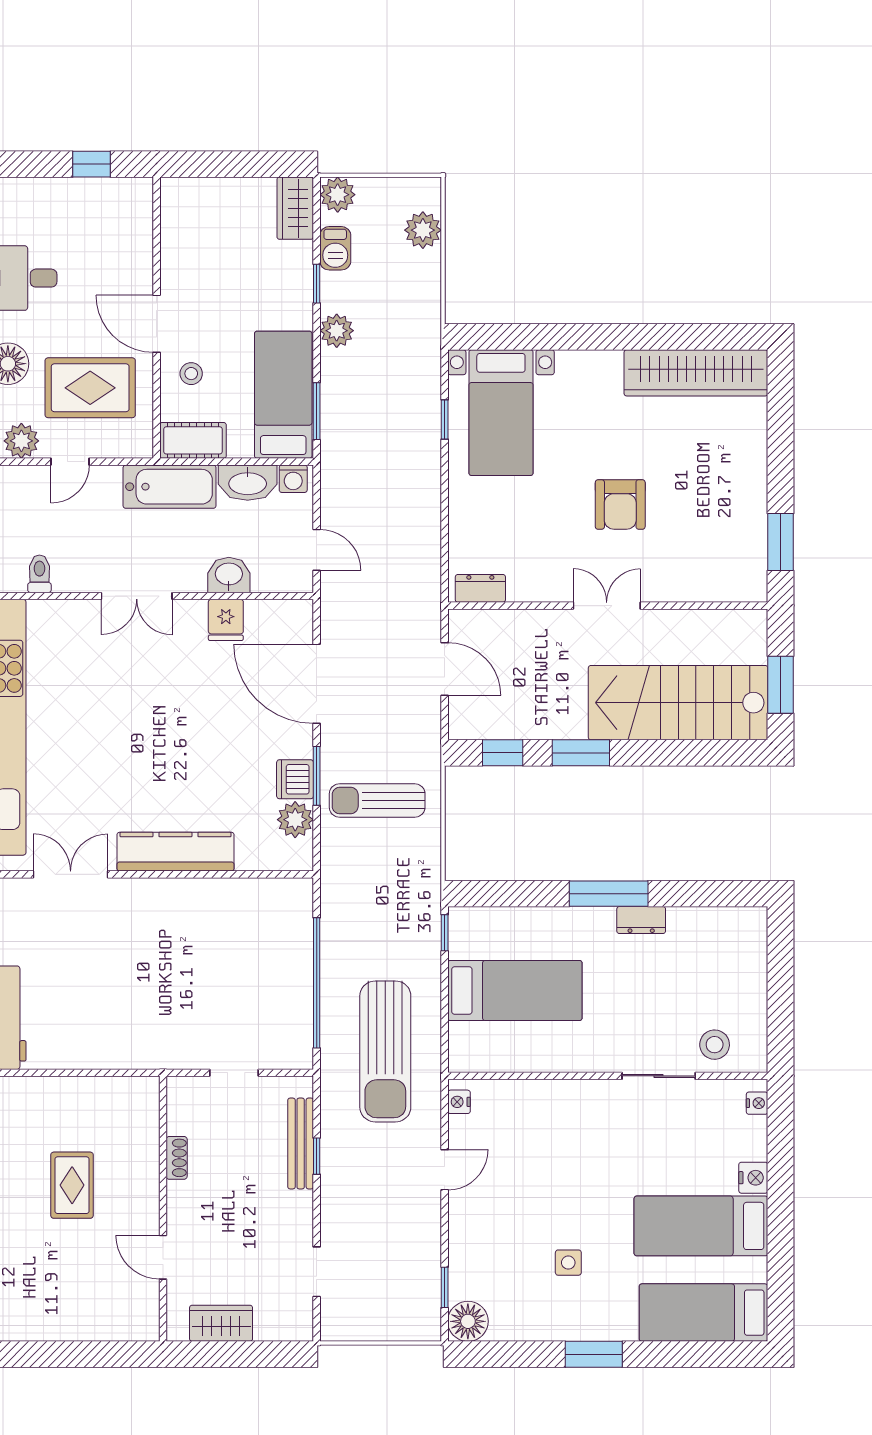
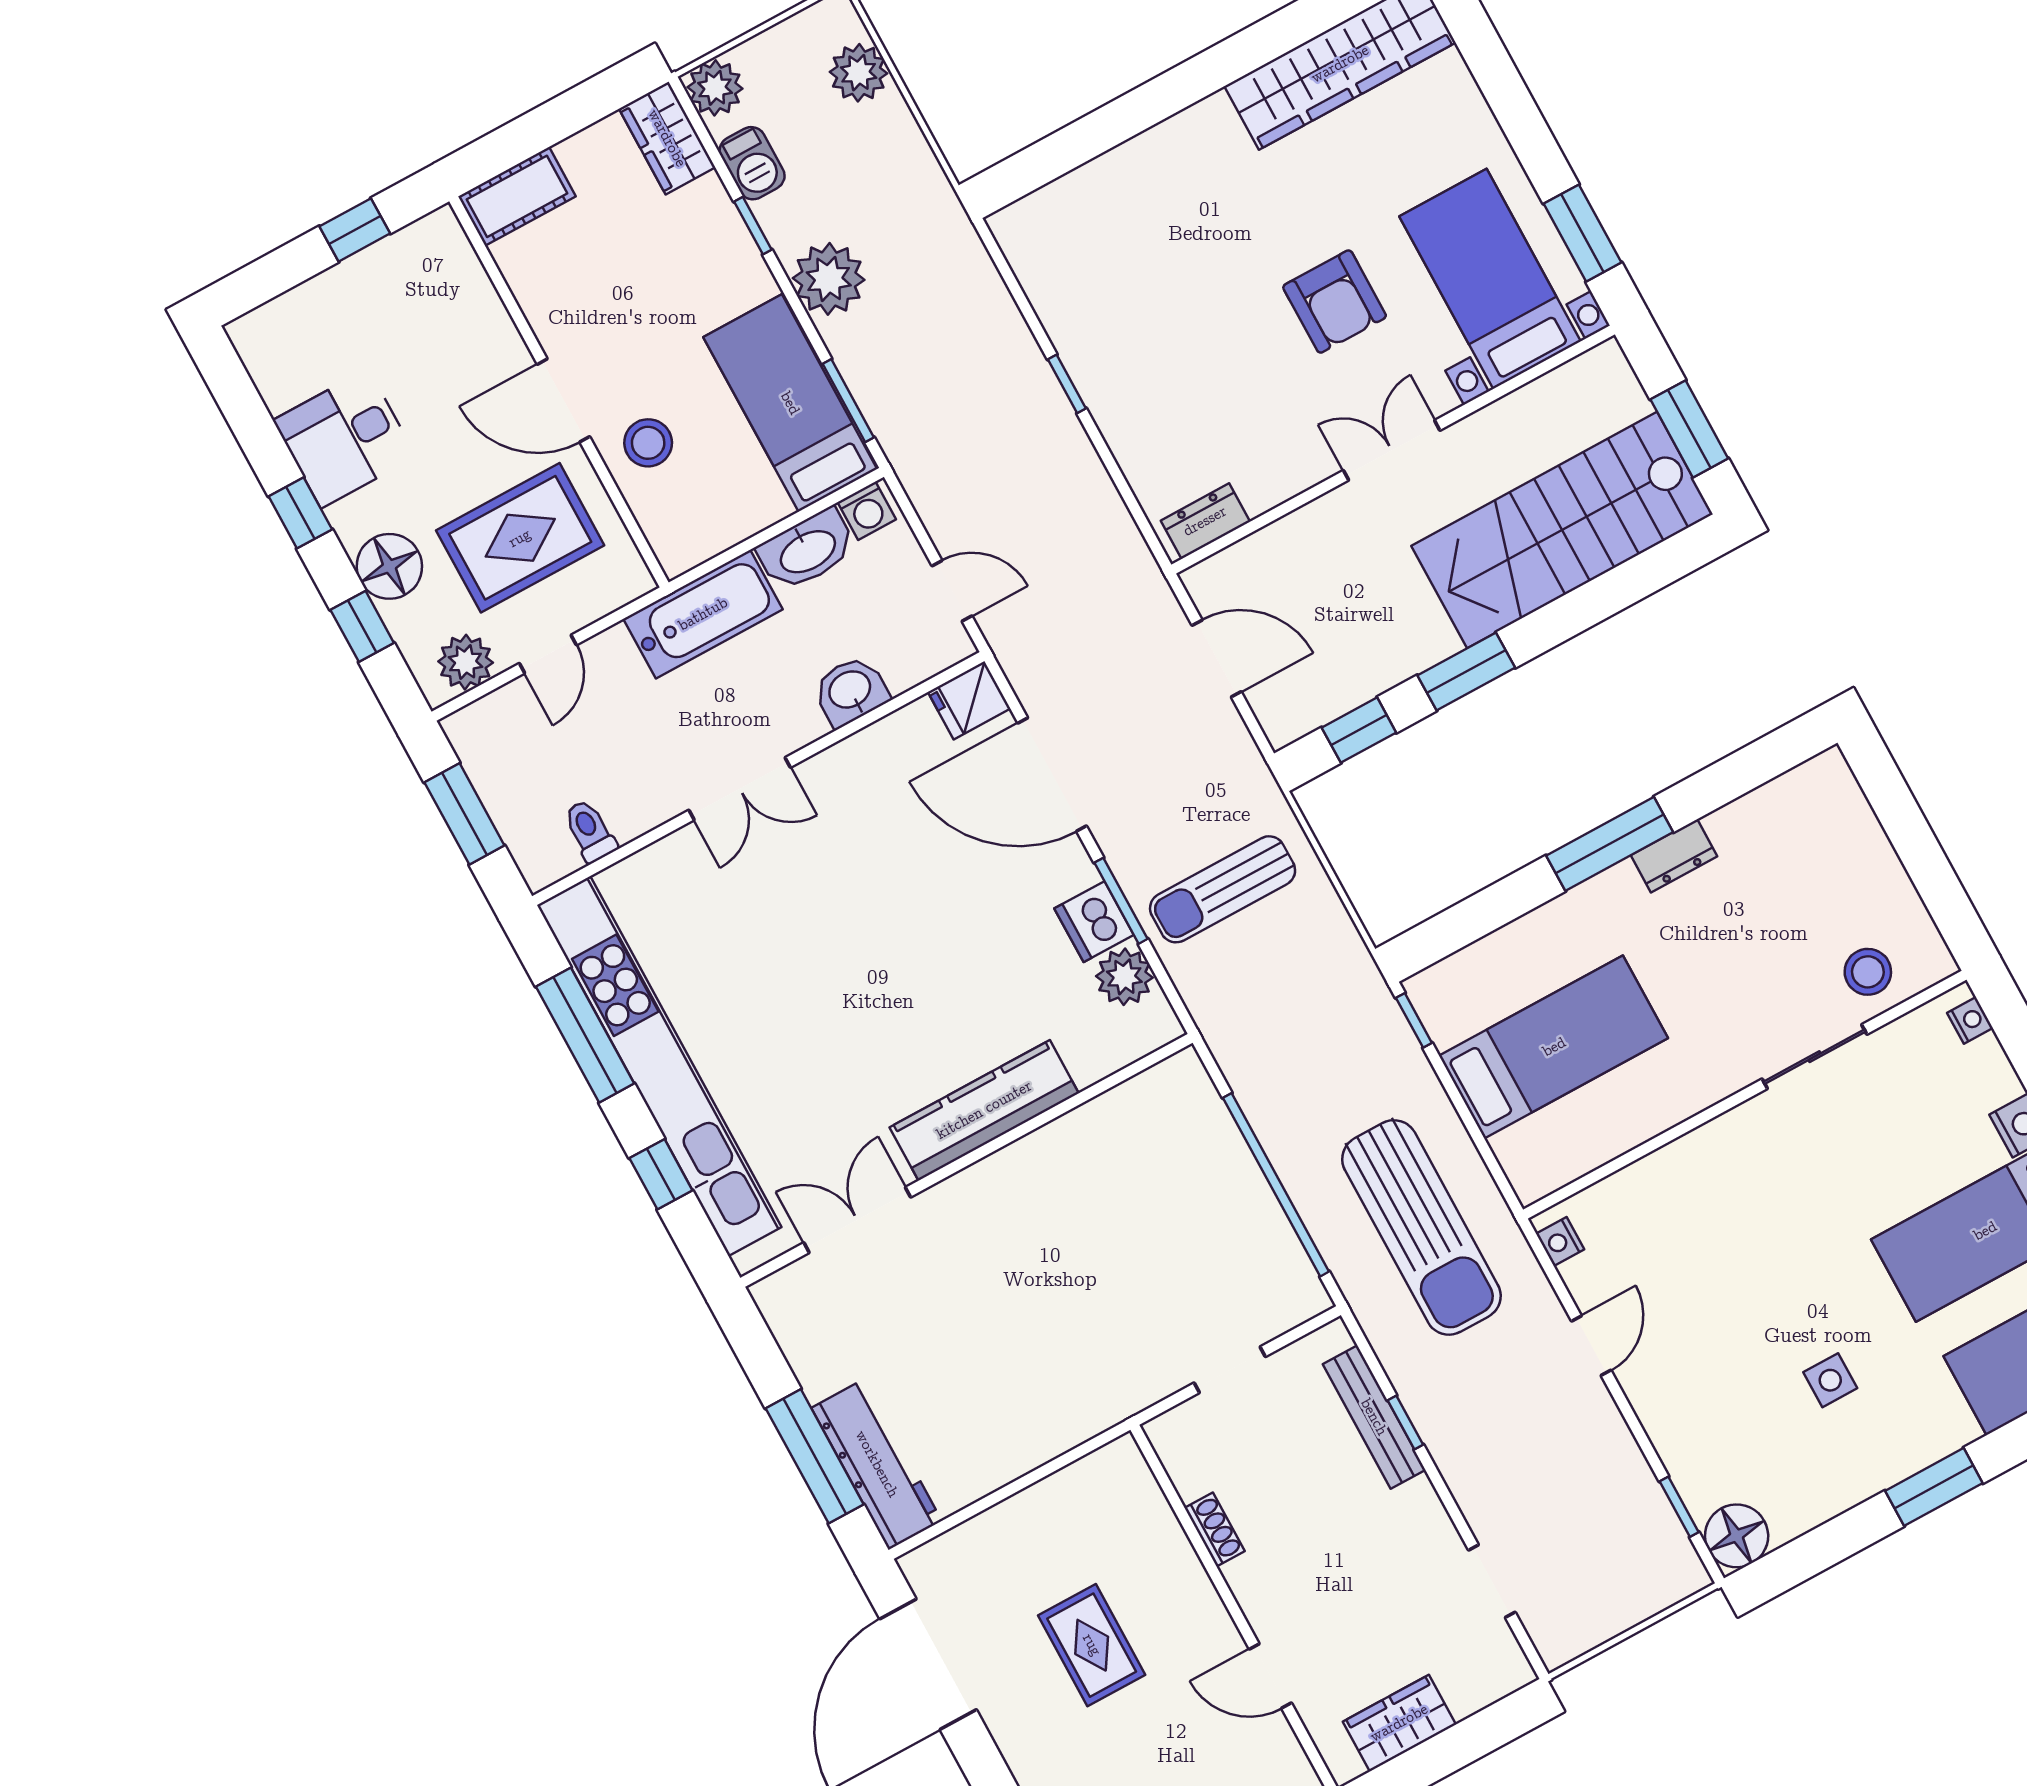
plant: (337, 331) -> (829, 279), width x1.36, depth x1.36
stool: (191, 374) -> (648, 443), width x1.37, depth x1.37
bed with nightstands: (501, 413) -> (1490, 279), moved, turned 180
window: (445, 419) -> (1067, 384), moved
cot: (193, 440) -> (517, 196), moved
fridge: (226, 620) -> (969, 700), moved, turned 90

